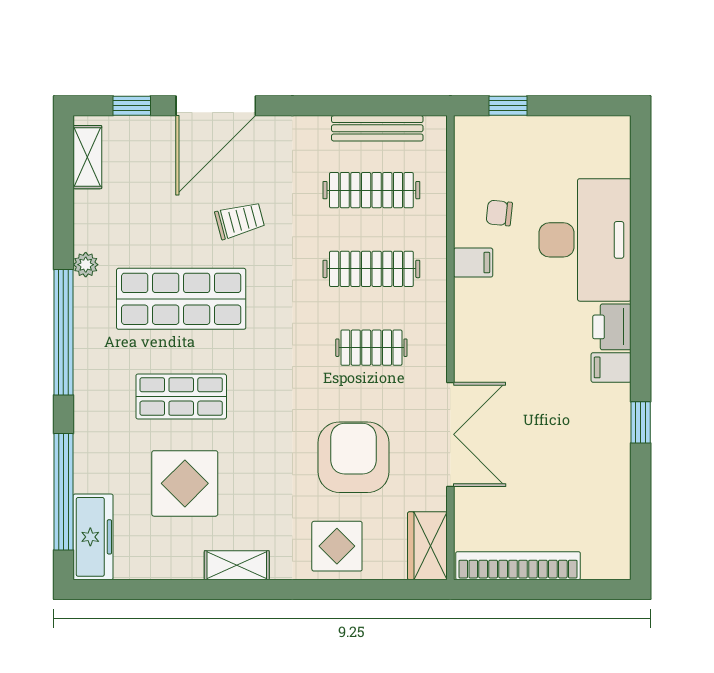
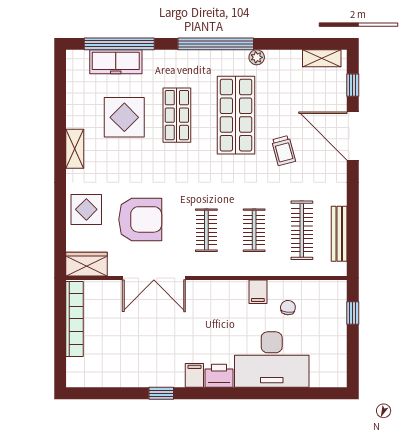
clothes rail: (371, 269) -> (254, 230), width x0.73
freezer: (93, 537) -> (116, 62), moved

